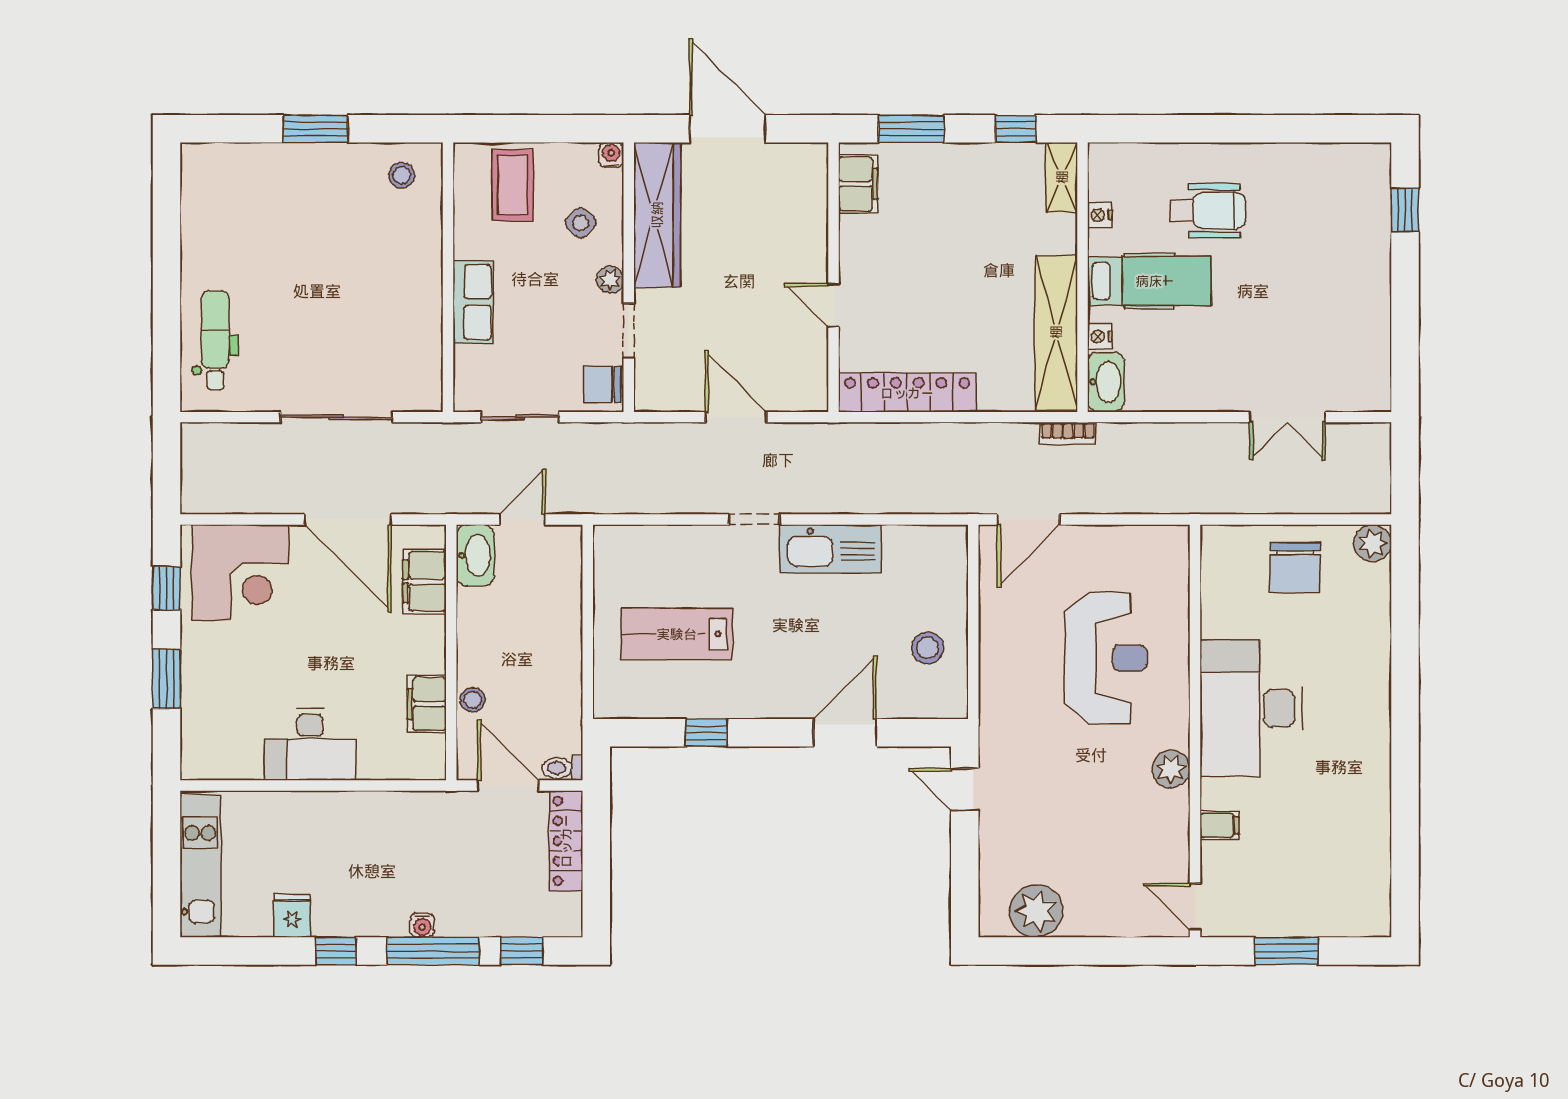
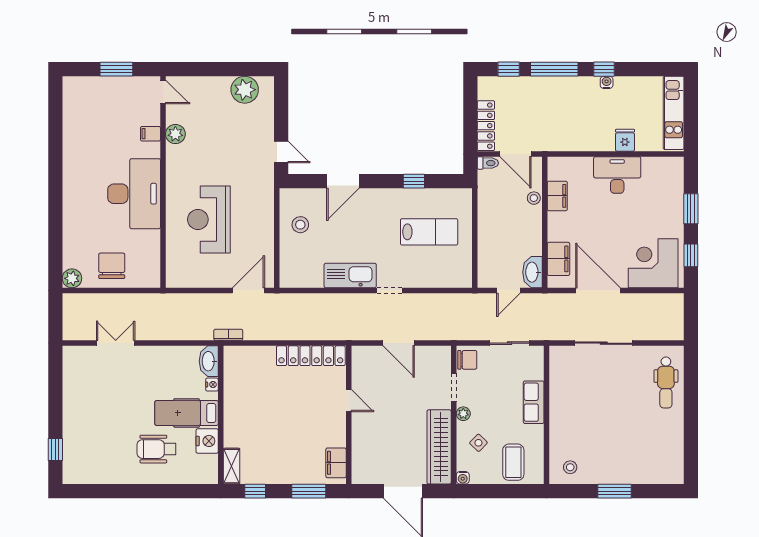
nightstand: (1100, 215) -> (207, 441), width x1.89, depth x1.79
shelving: (1056, 332) -> (234, 387), removed
plant: (1171, 769) -> (175, 134), moved
fridge: (292, 916) -> (625, 140), moved, turned 180
water cooler: (422, 925) -> (607, 82), moved

